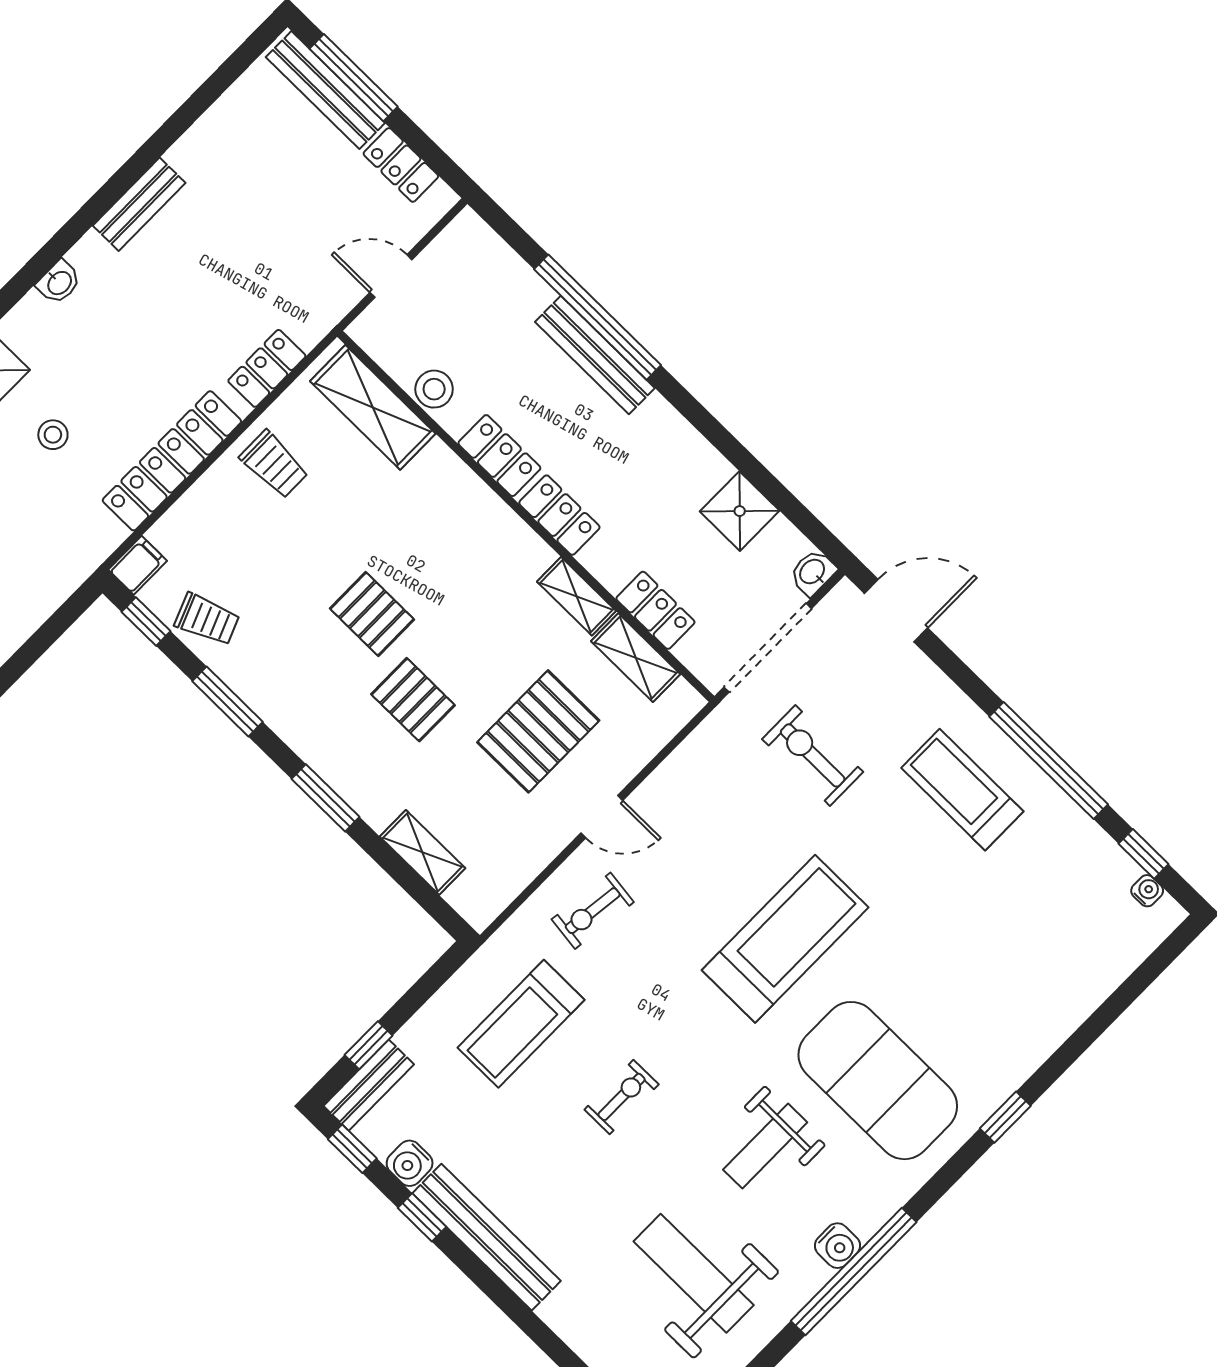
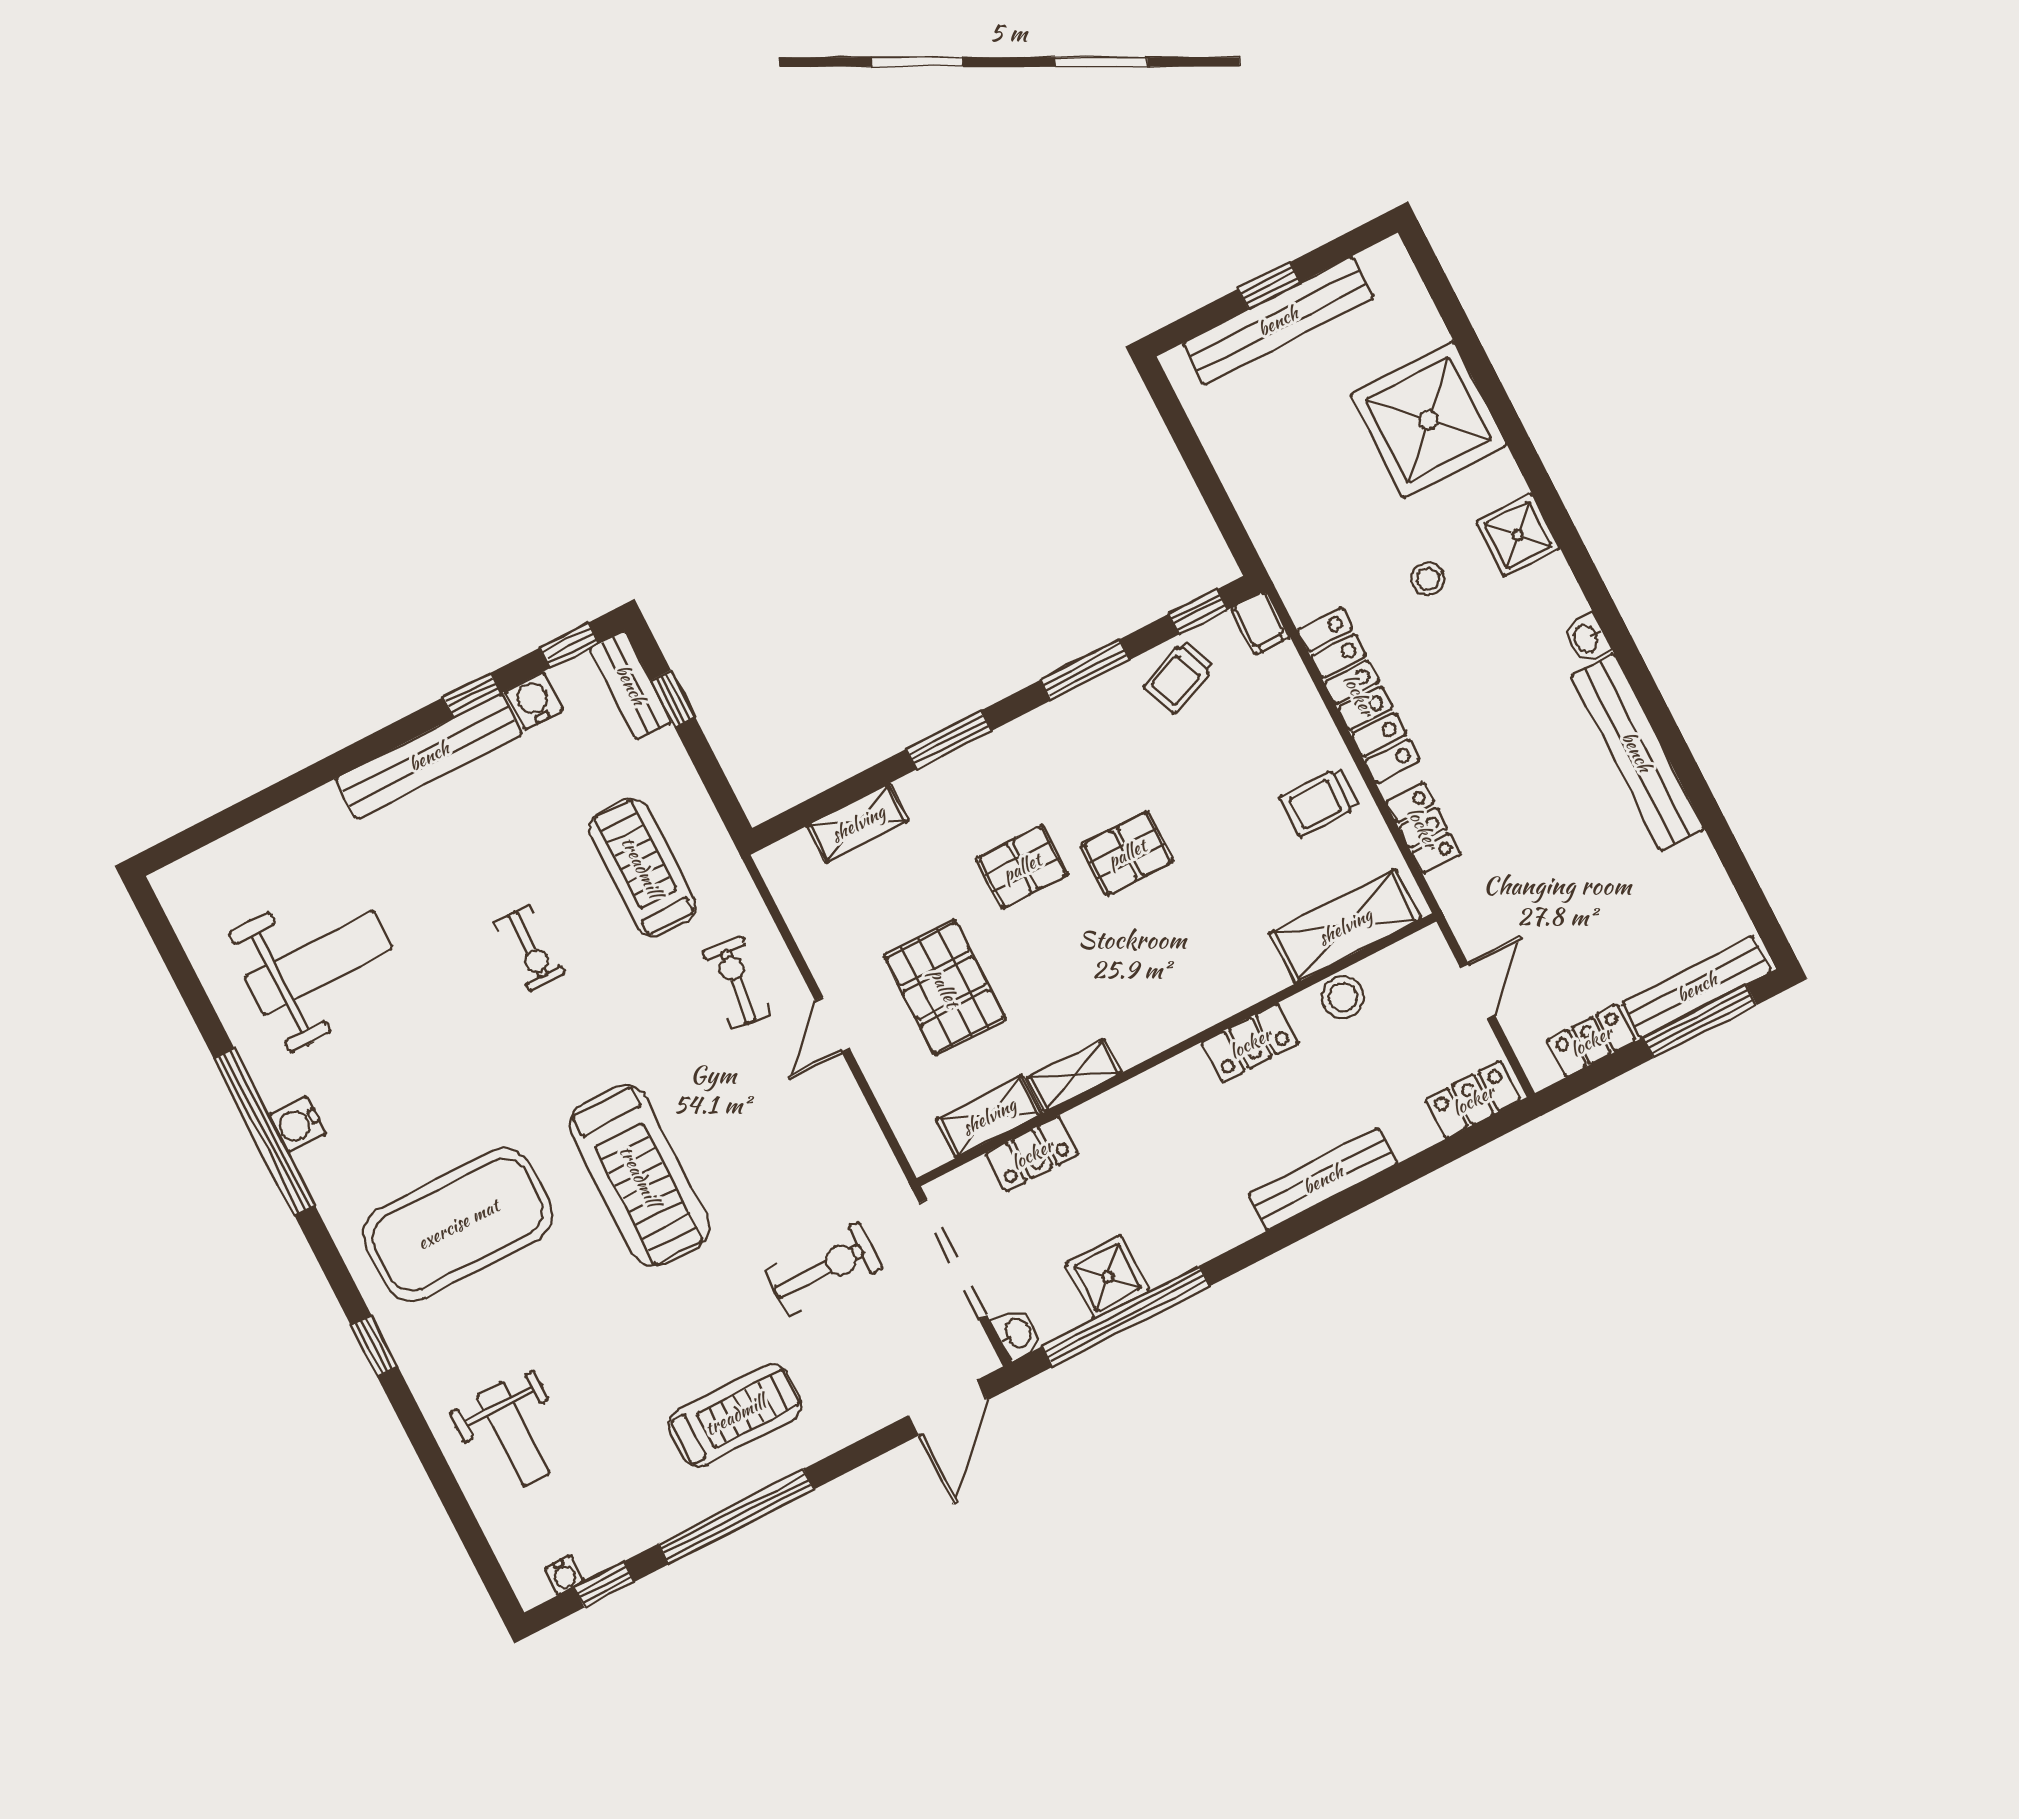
bench: (139, 204) -> (1637, 752), width x1.86, depth x1.21
window: (597, 317) -> (1125, 1317), moved
locker: (559, 515) -> (1473, 1100), moved, turned 180
weight bench: (765, 1146) -> (513, 1434), moved, turned 180

